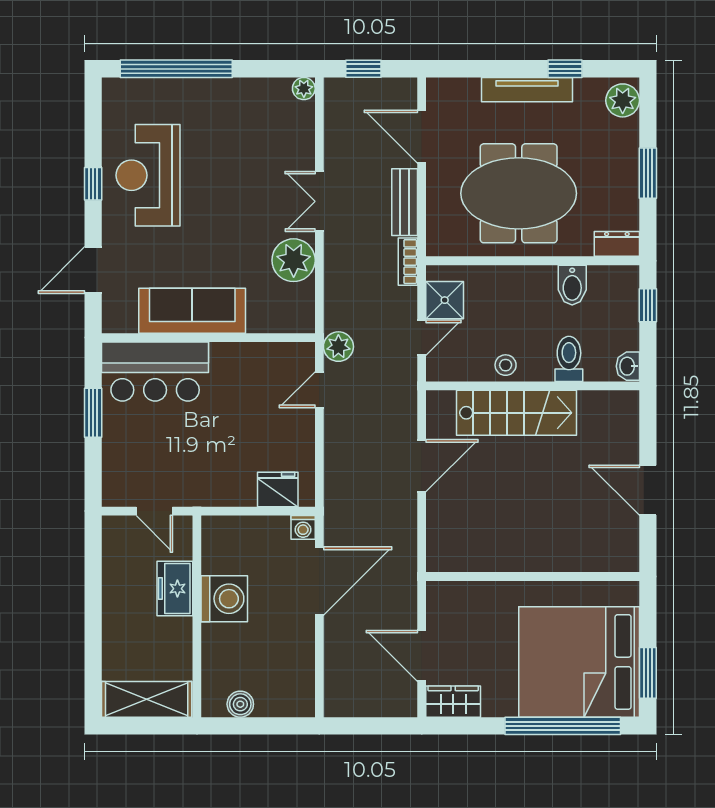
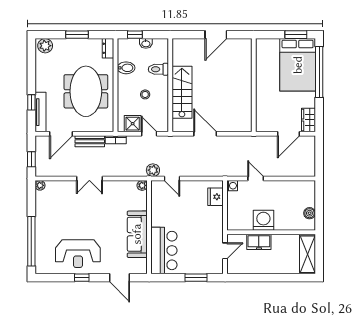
window: (565, 69) -> (31, 102), moved
tv unit: (527, 90) -> (40, 112), moved
plant: (294, 260) -> (142, 185), moved, width x0.53, depth x0.53
stool: (506, 365) -> (145, 94), moved
washbasin: (628, 366) -> (146, 43), moved
window: (93, 413) -> (196, 278), moved
door: (319, 581) -> (256, 179), width x0.53
bed: (579, 662) -> (298, 65), width x0.73

